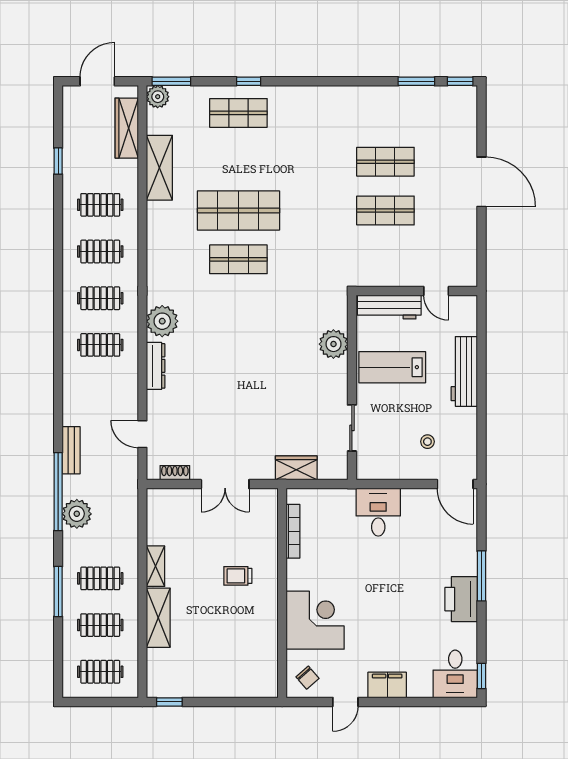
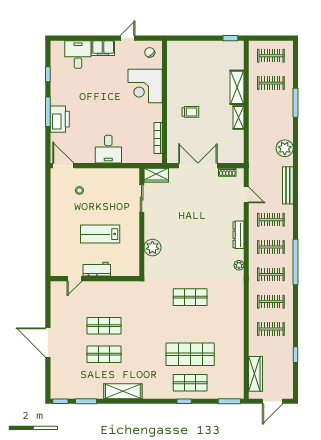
plant: (158, 97) -> (237, 392), removed
shelving: (159, 168) -> (123, 391), moved, turned 90
shop shelf: (238, 211) -> (190, 354), moved
door: (436, 291) -> (74, 279), swing flipped
workbench: (389, 307) -> (97, 269), width x0.73
plant: (162, 321) -> (239, 265), width x0.53, depth x0.53
plant: (333, 344) -> (152, 248), moved
lab bench: (392, 367) -> (100, 234), turned 180
workbench: (464, 371) -> (58, 232), removed
wall: (352, 387) -> (142, 222), moved
sliding door: (352, 428) -> (142, 198), moved
bench: (71, 450) -> (288, 185), width x1.36
double door: (225, 484) -> (198, 166), width x1.37
window: (58, 492) -> (296, 262), moved
clothes rail: (100, 578) -> (271, 220), moved
printer: (461, 599) -> (60, 119), moved
desk: (455, 674) -> (78, 55), moved
window: (481, 676) -> (48, 74), moved

